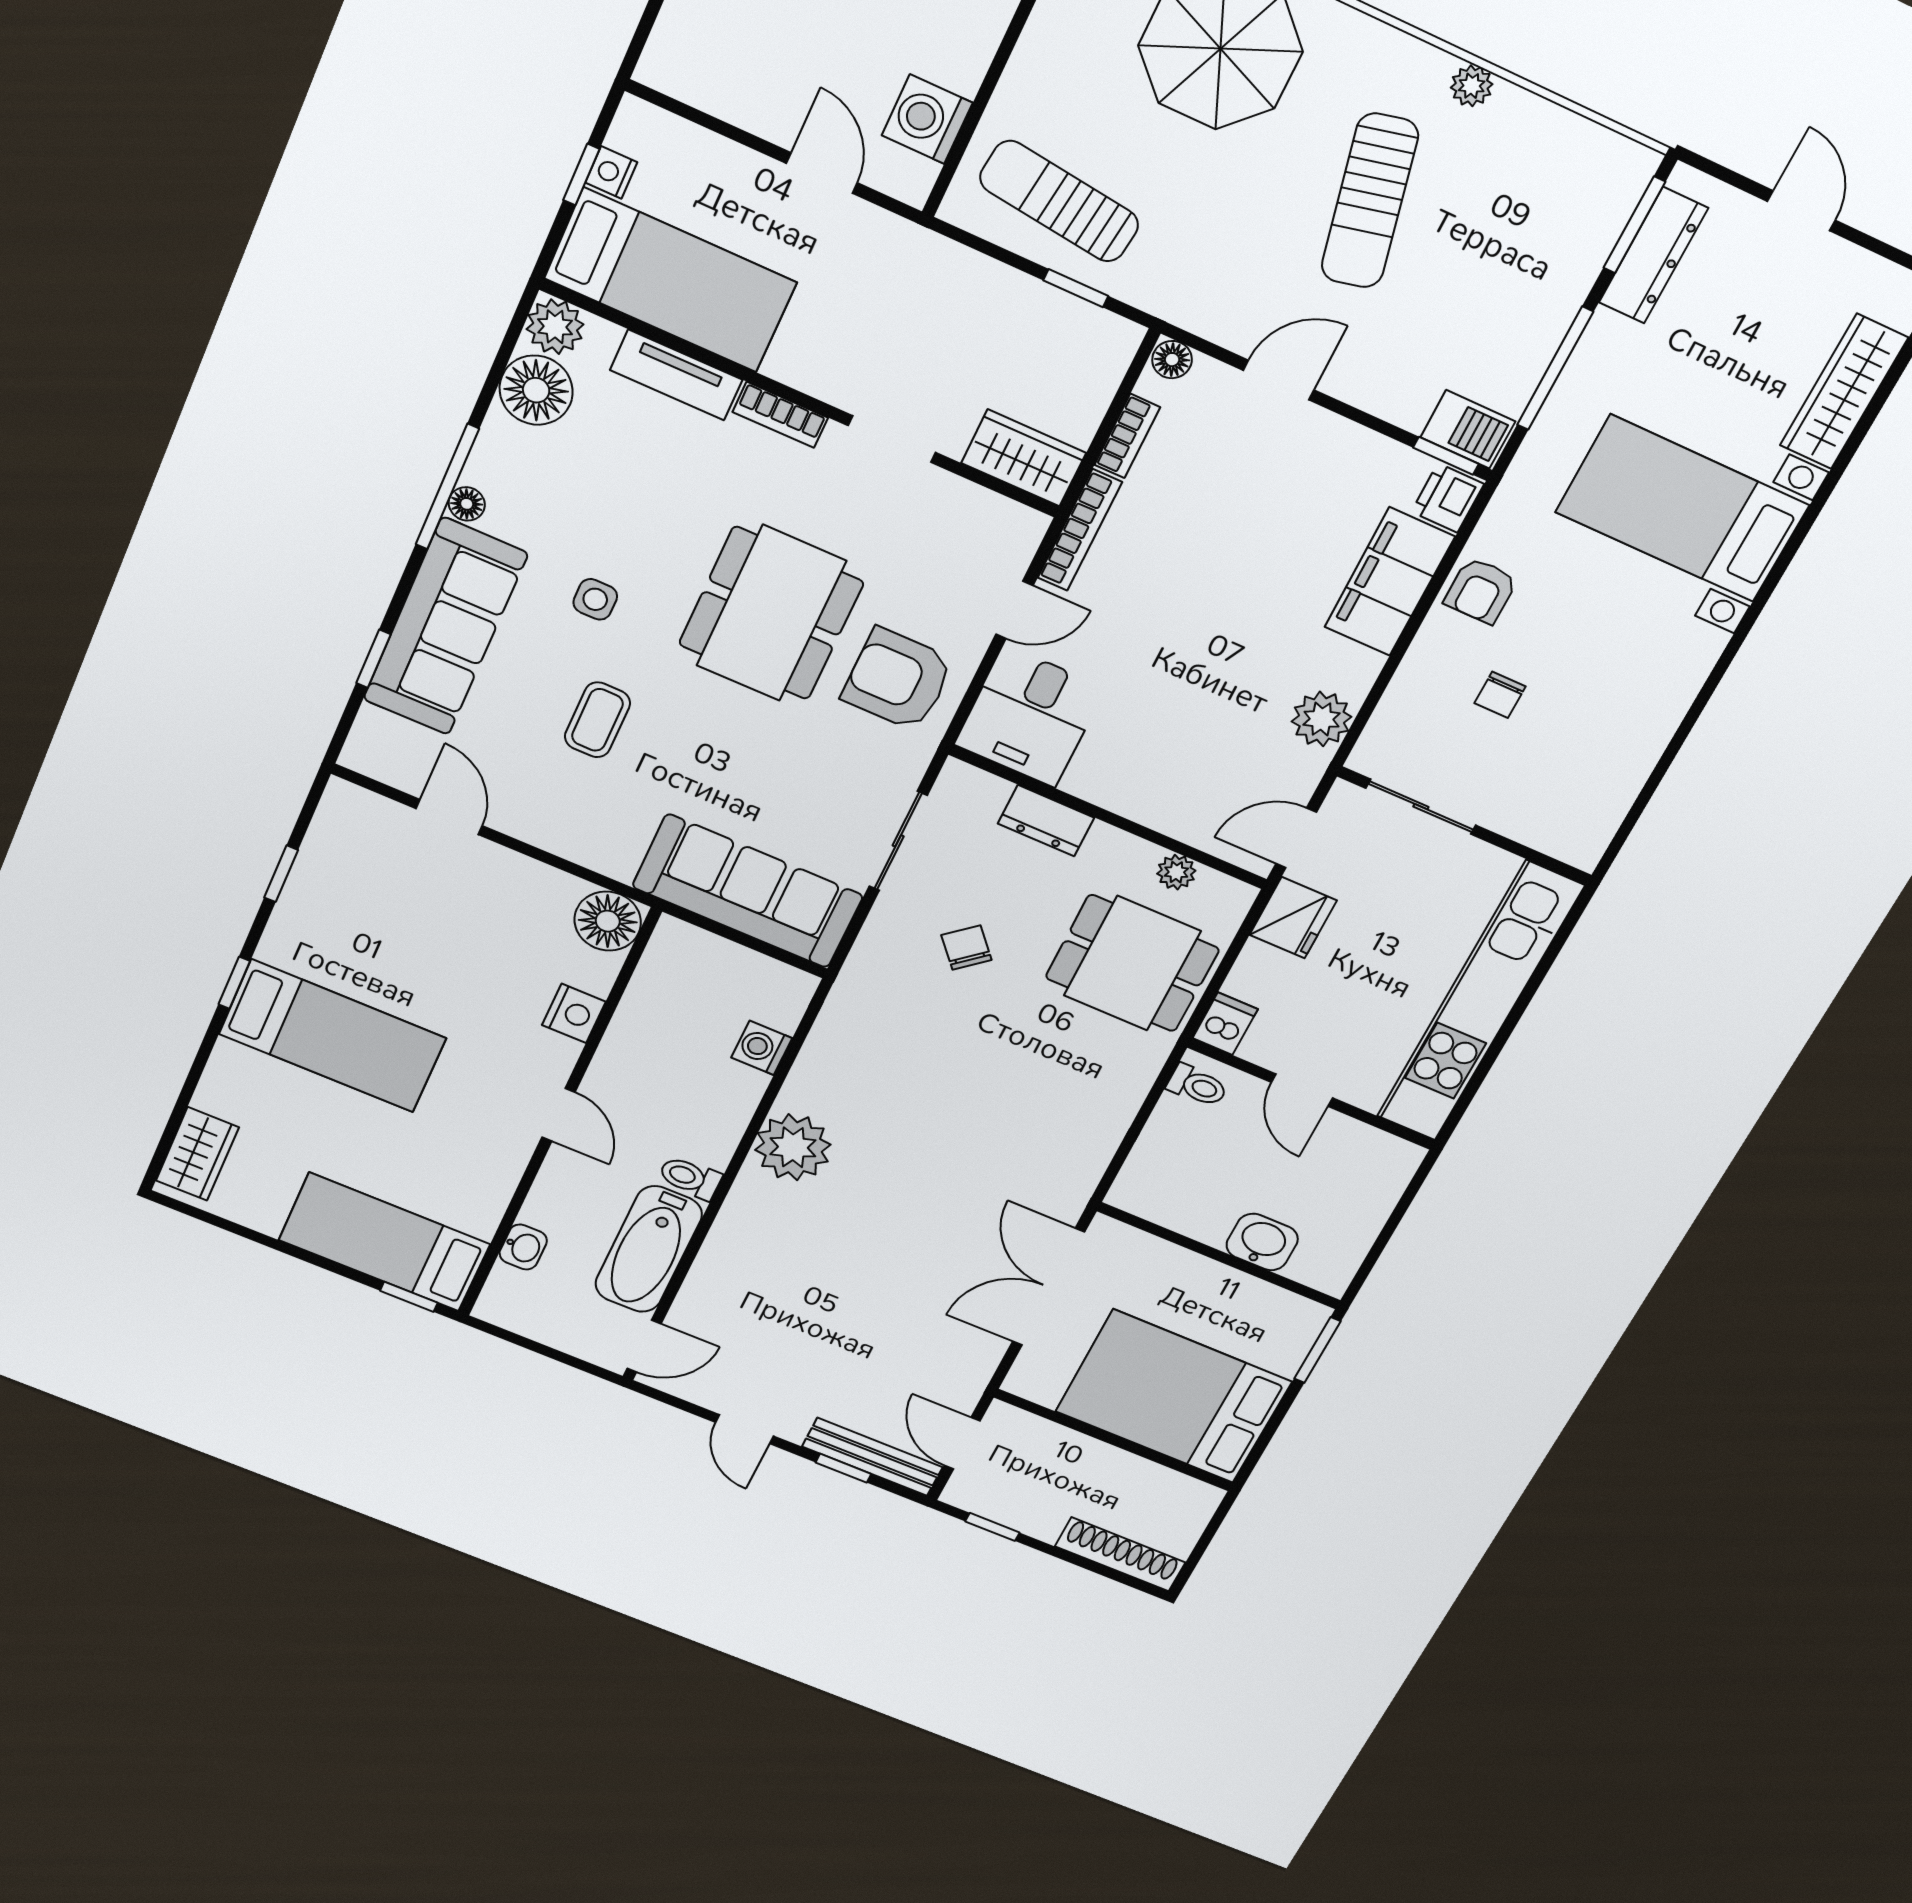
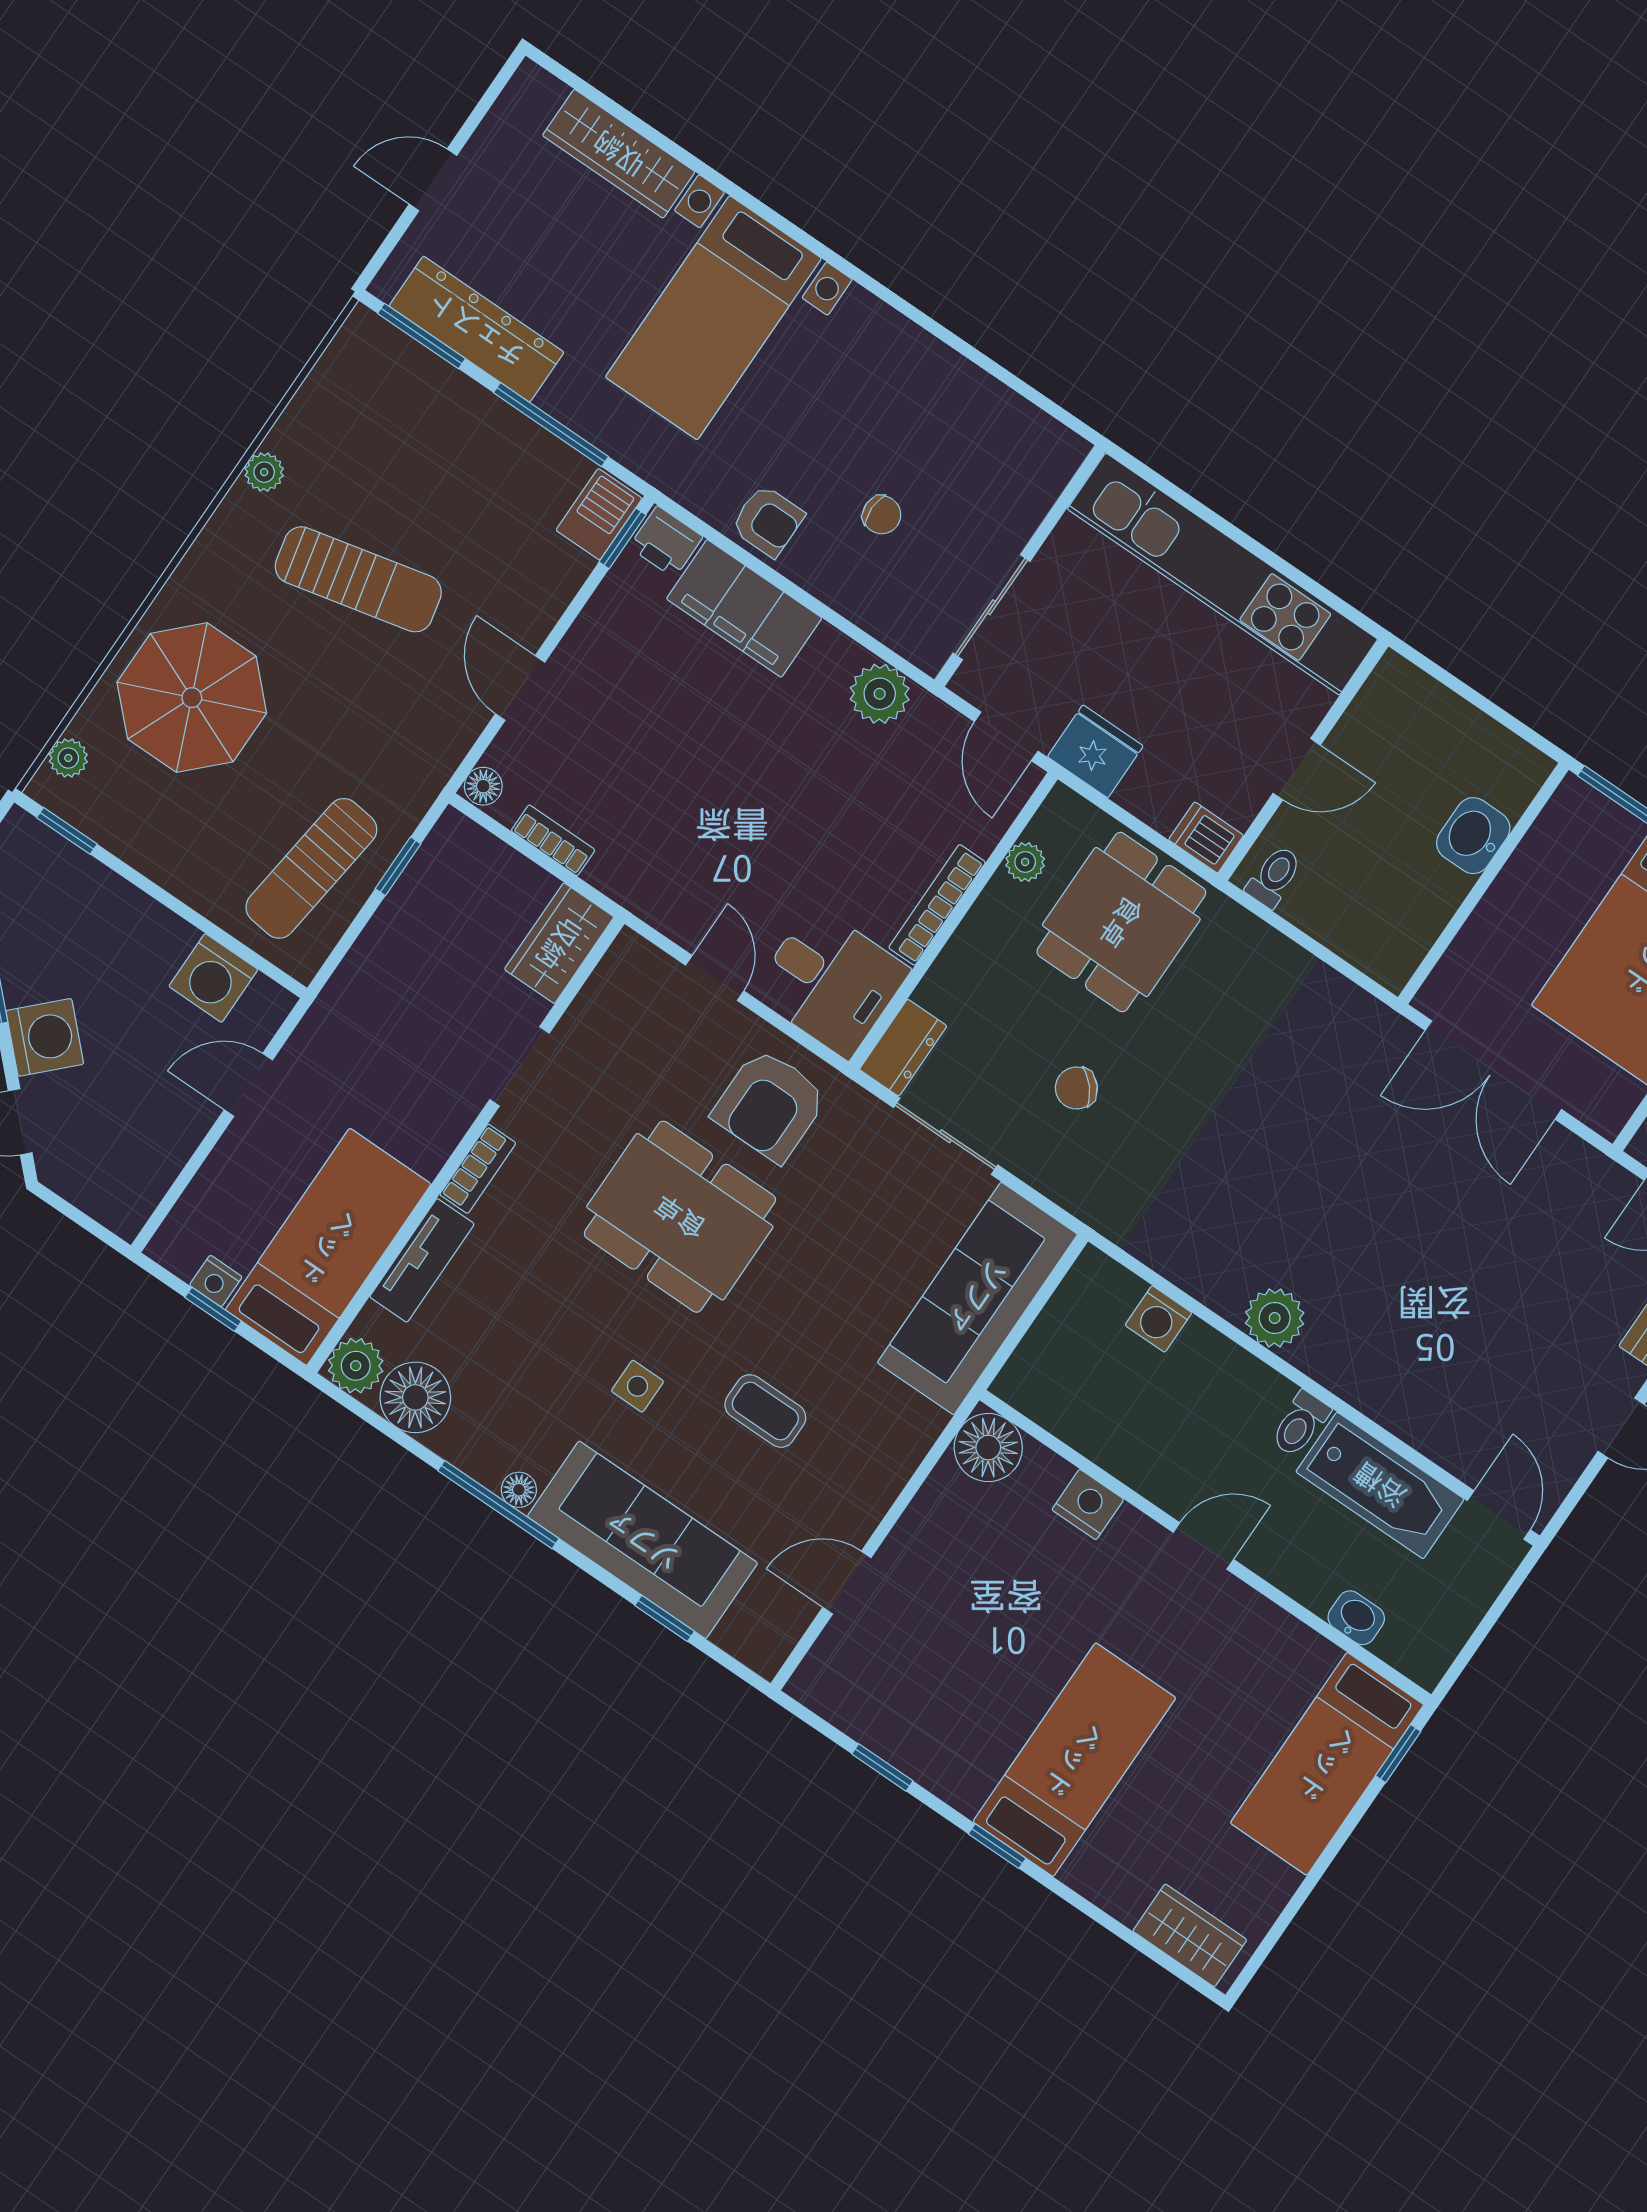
dresser: (1653, 255) -> (476, 329), width x1.37, depth x1.24
bookcase: (1080, 530) -> (937, 905), moved, turned -90
dresser: (1046, 821) -> (903, 1048), moved
plant: (793, 1147) -> (1275, 1318), width x0.73, depth x0.73

